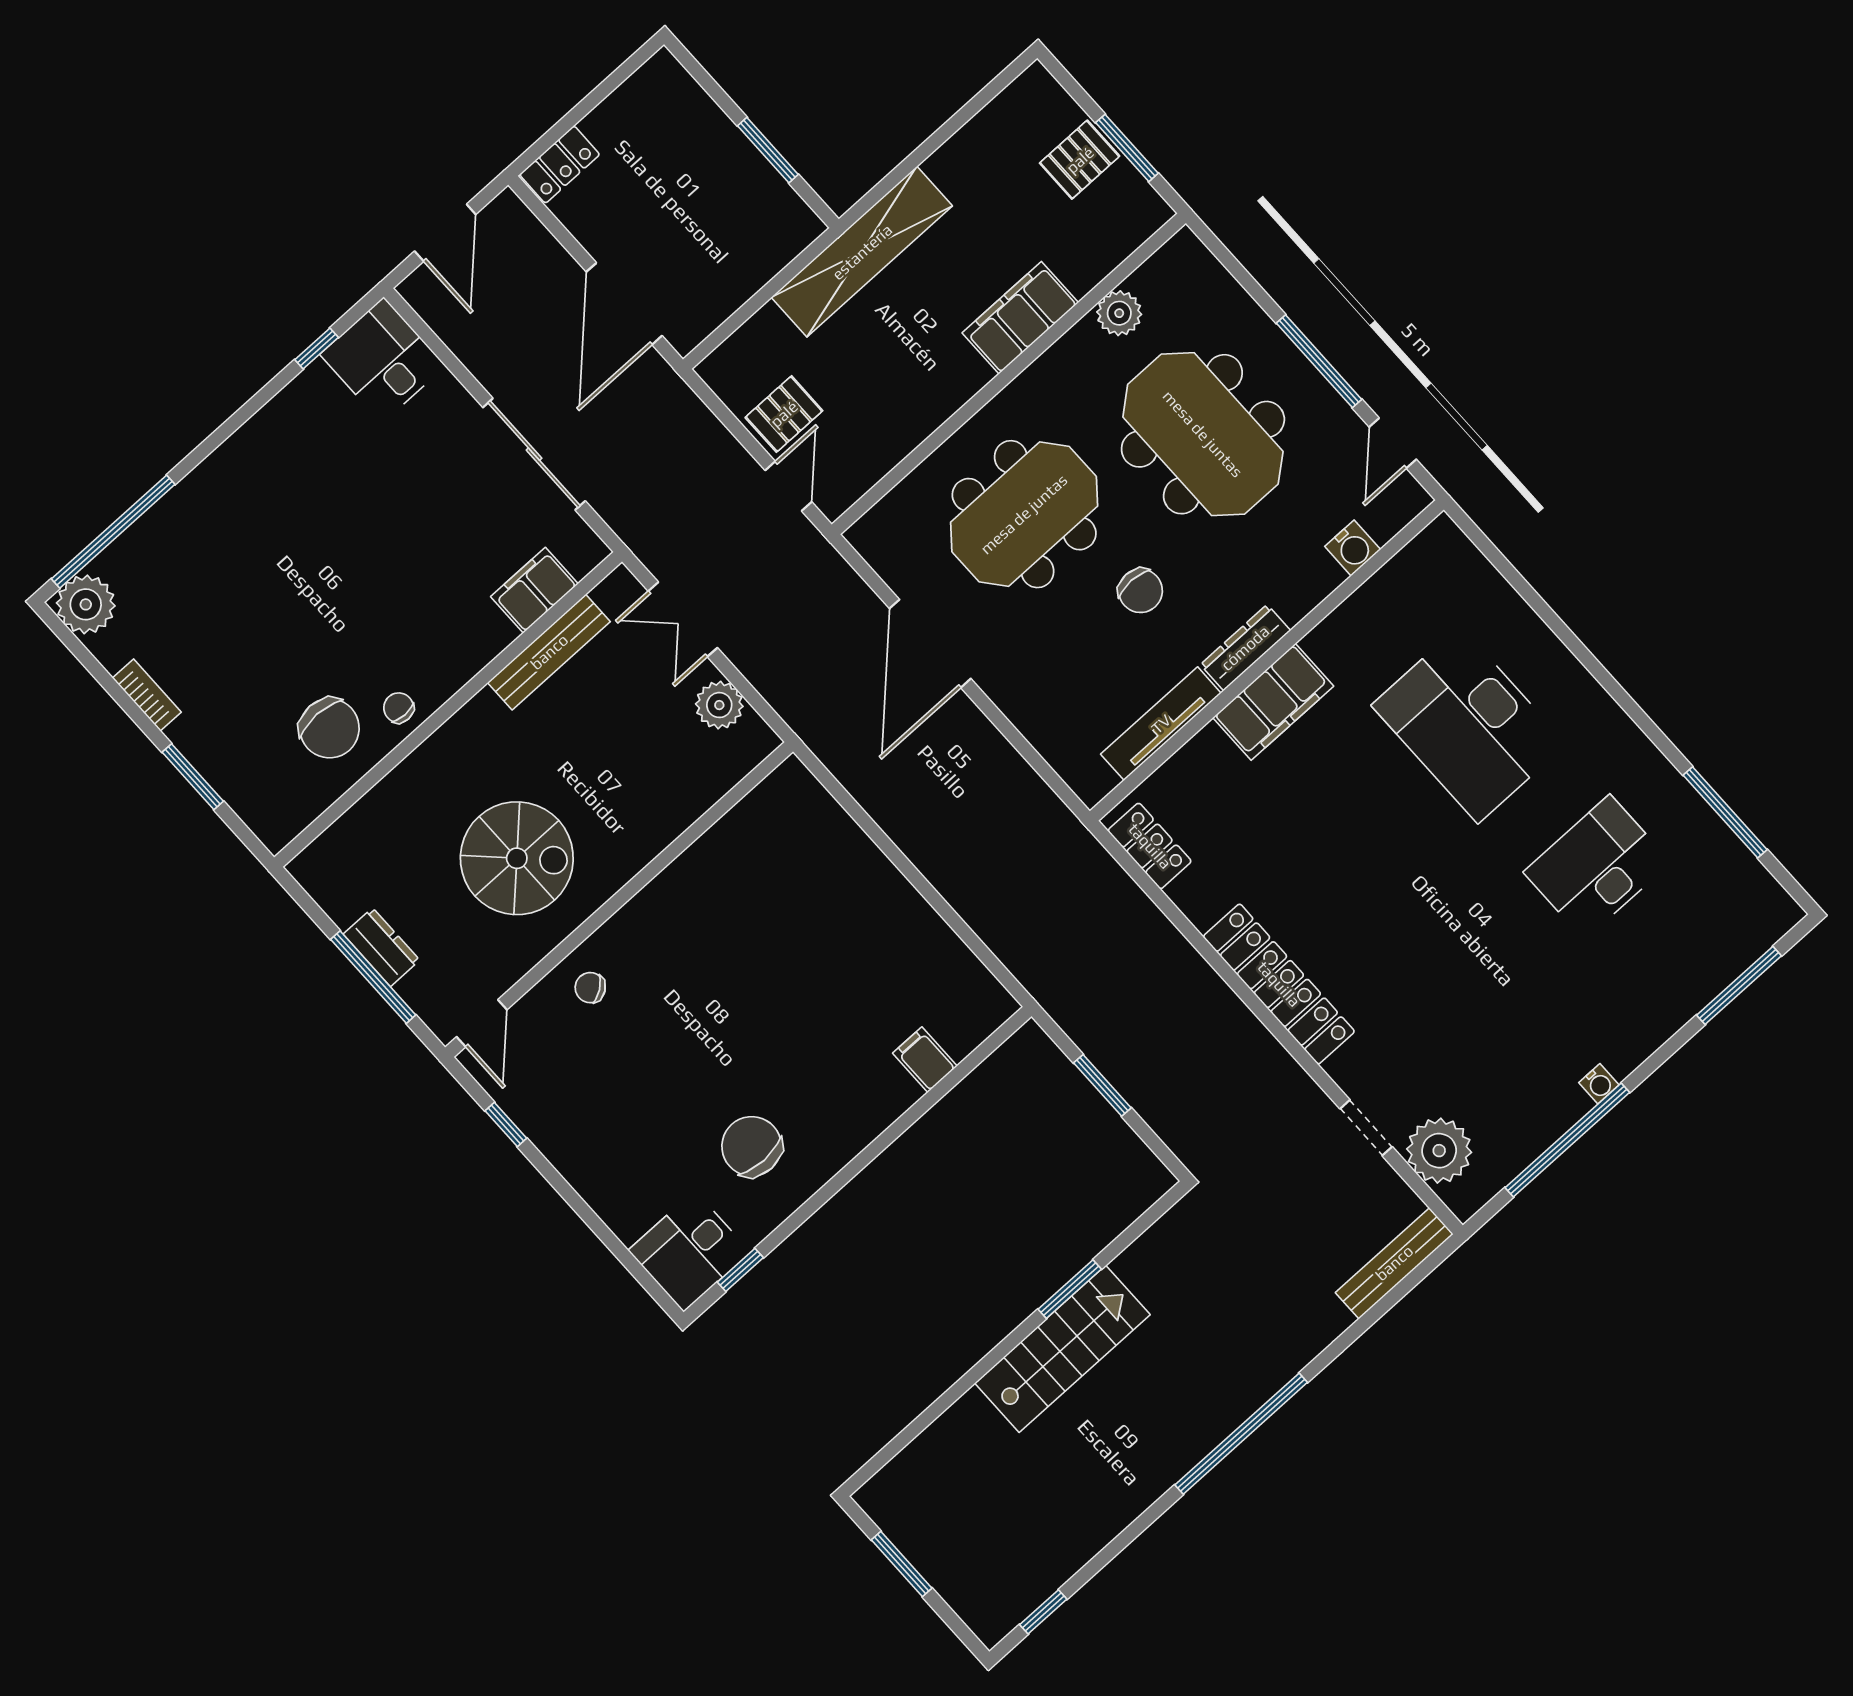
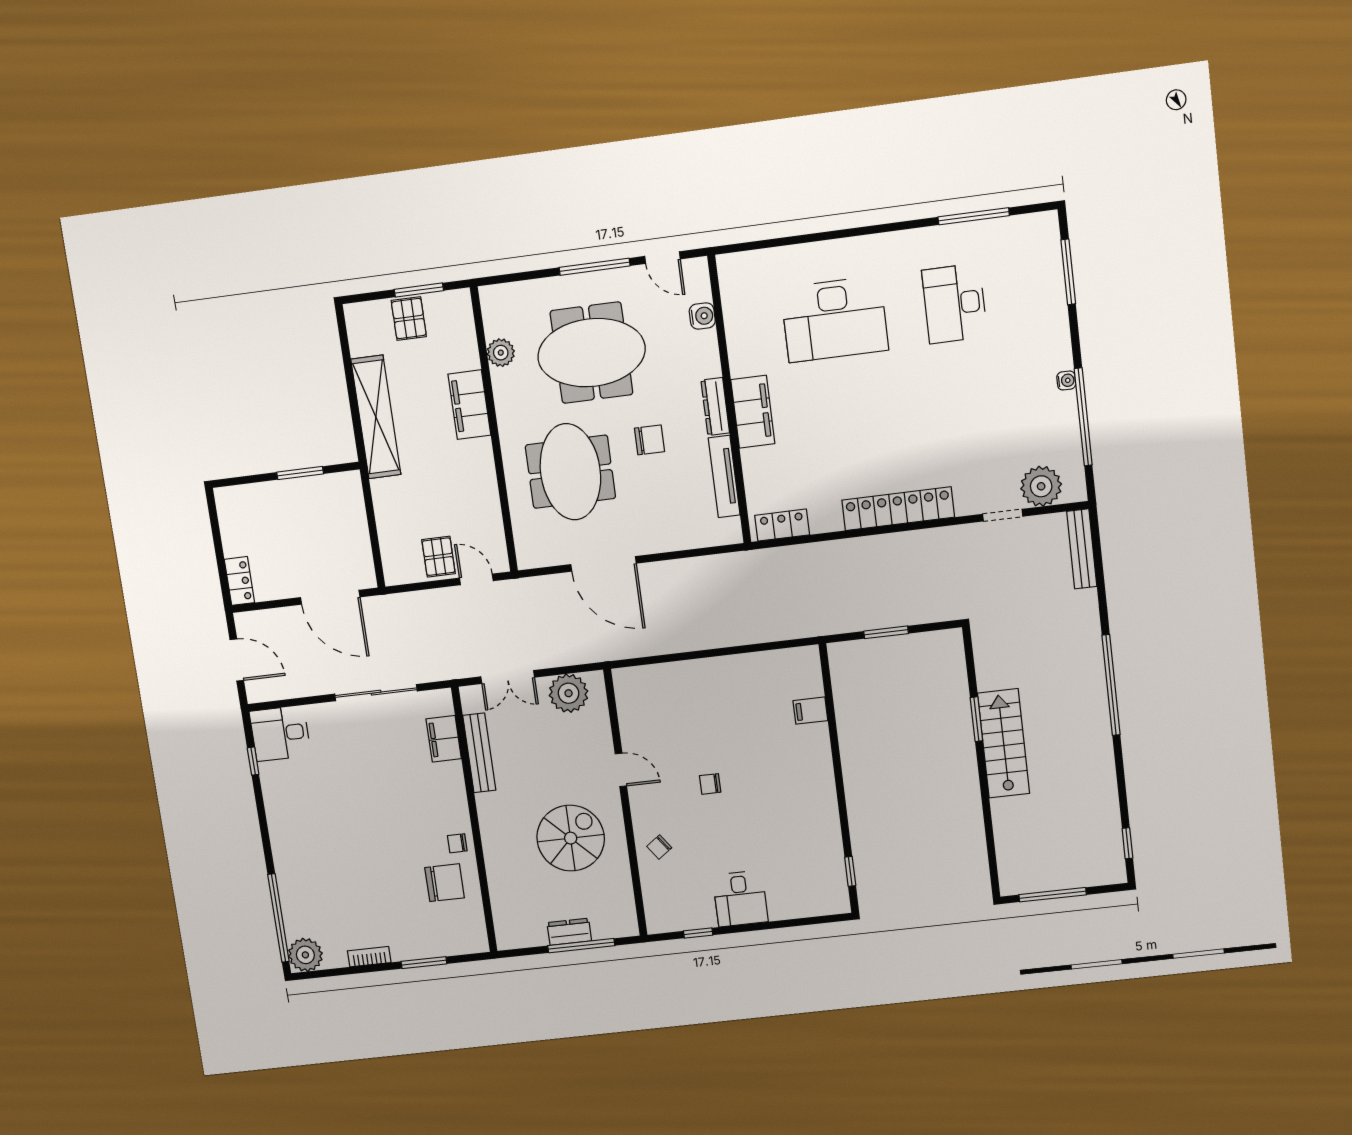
shelving: (862, 252) -> (376, 417), moved
plant: (719, 705) -> (569, 693), width x1.36, depth x1.36
door: (482, 1023) -> (621, 770), moved
chair: (752, 1146) -> (710, 784), moved, width x0.54, depth x0.54
desk: (689, 1251) -> (740, 898), moved
window: (902, 1564) -> (1053, 895), width x1.44

